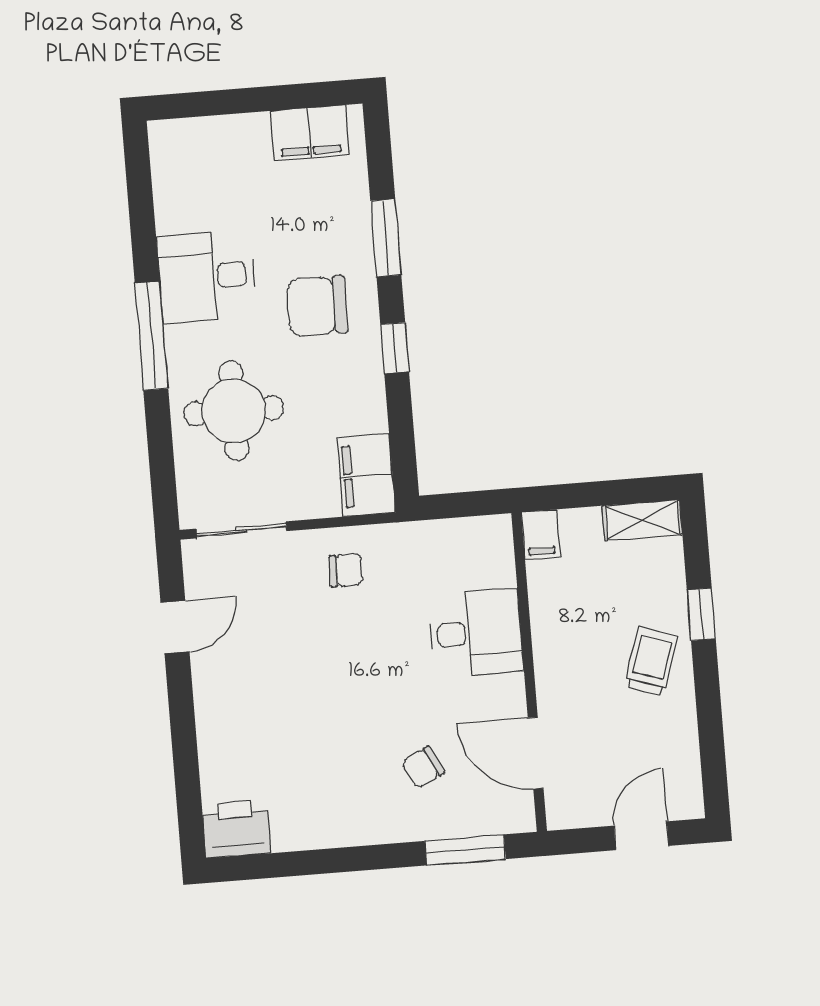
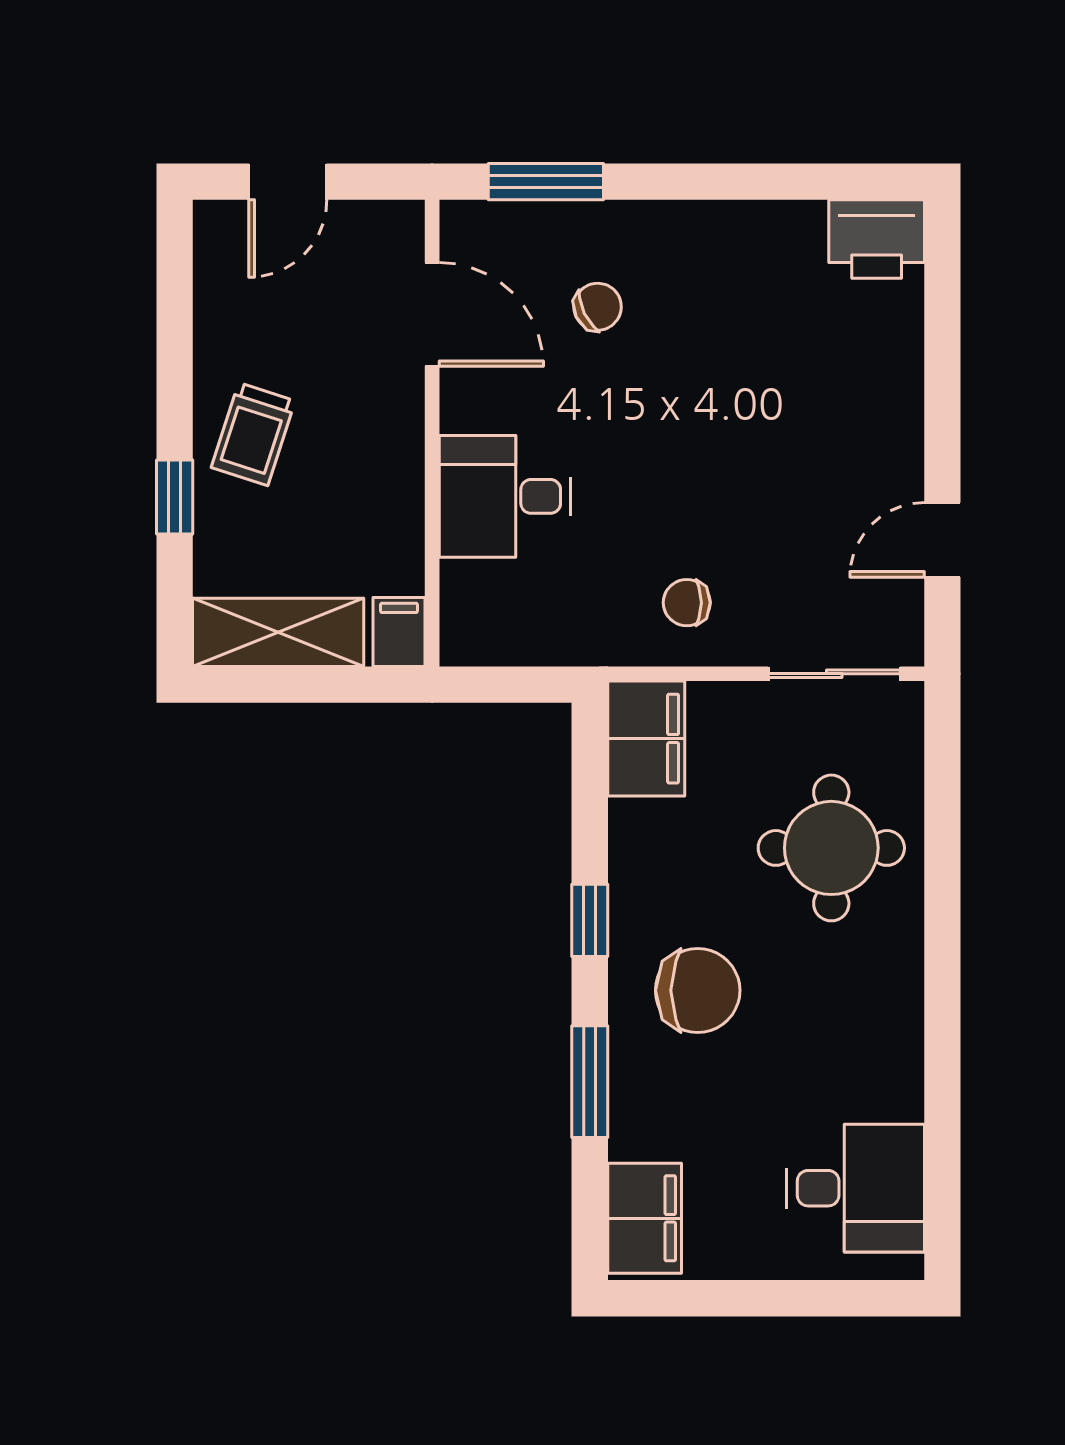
filing cabinet: (310, 133) -> (645, 1218), moved, turned 90
desk: (206, 277) -> (855, 1188), moved
window: (151, 336) -> (942, 967), removed
shelving: (642, 520) -> (278, 632), width x1.50, depth x1.33

